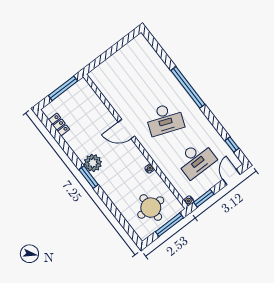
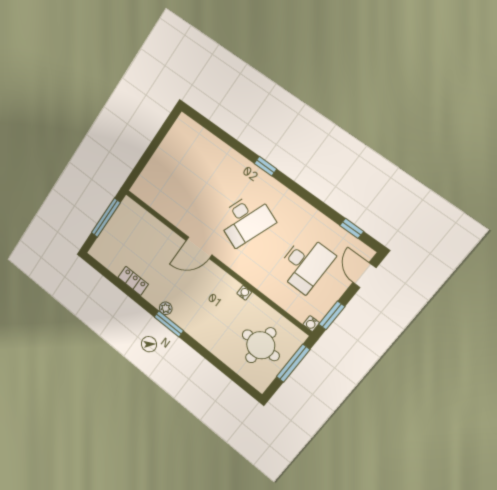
window: (188, 87) -> (265, 166), width x0.32
locker: (59, 125) -> (133, 281), moved
plant: (93, 163) -> (166, 308), width x0.53, depth x0.53

